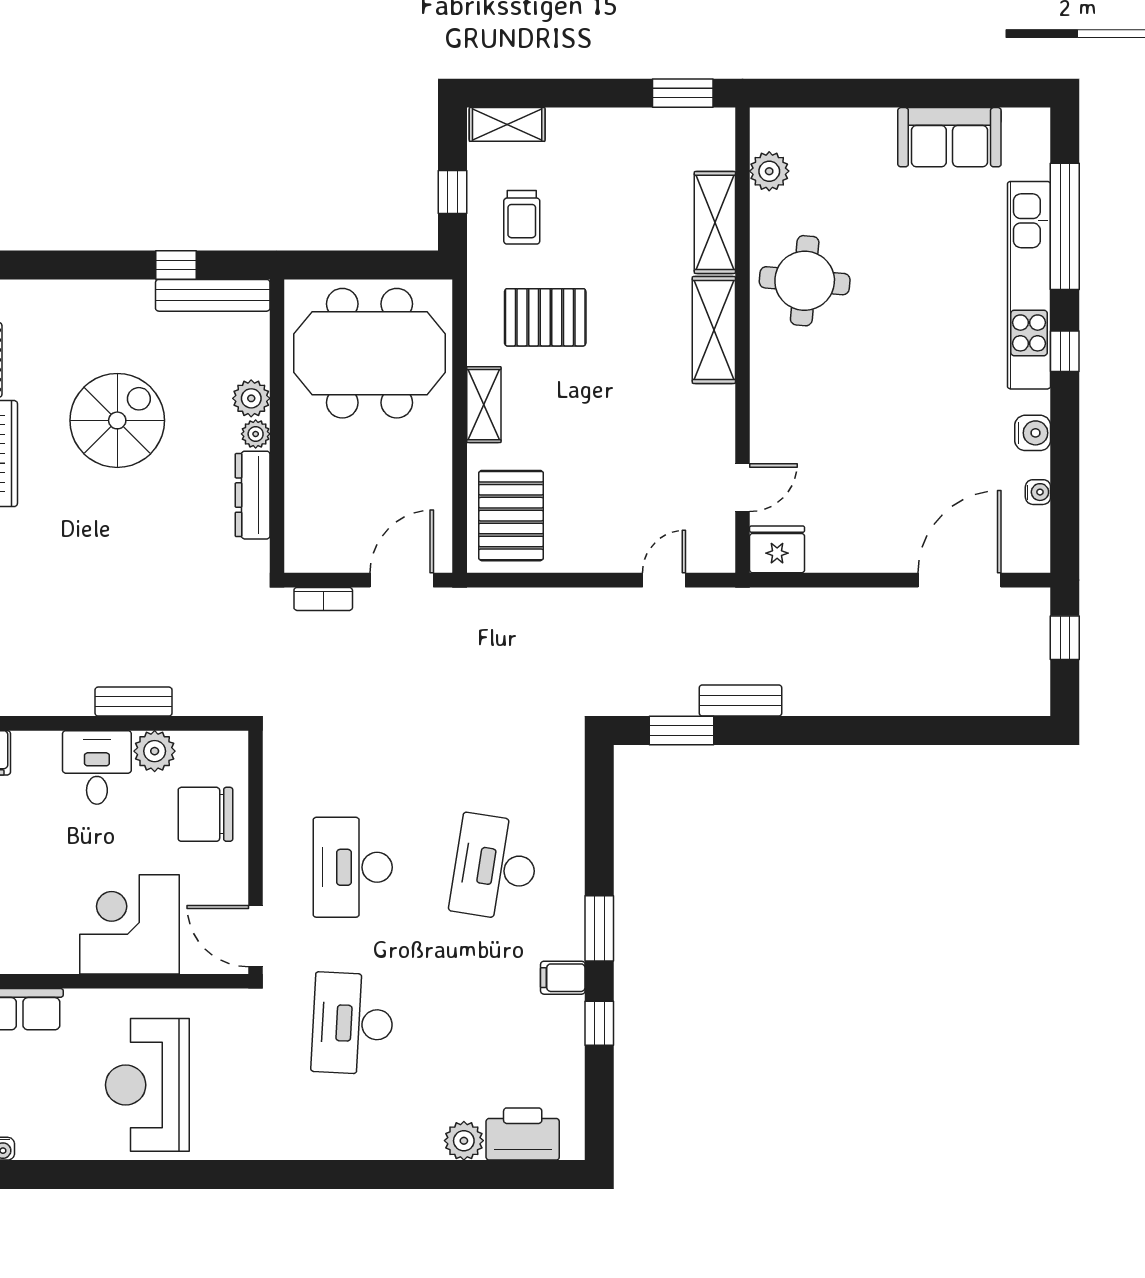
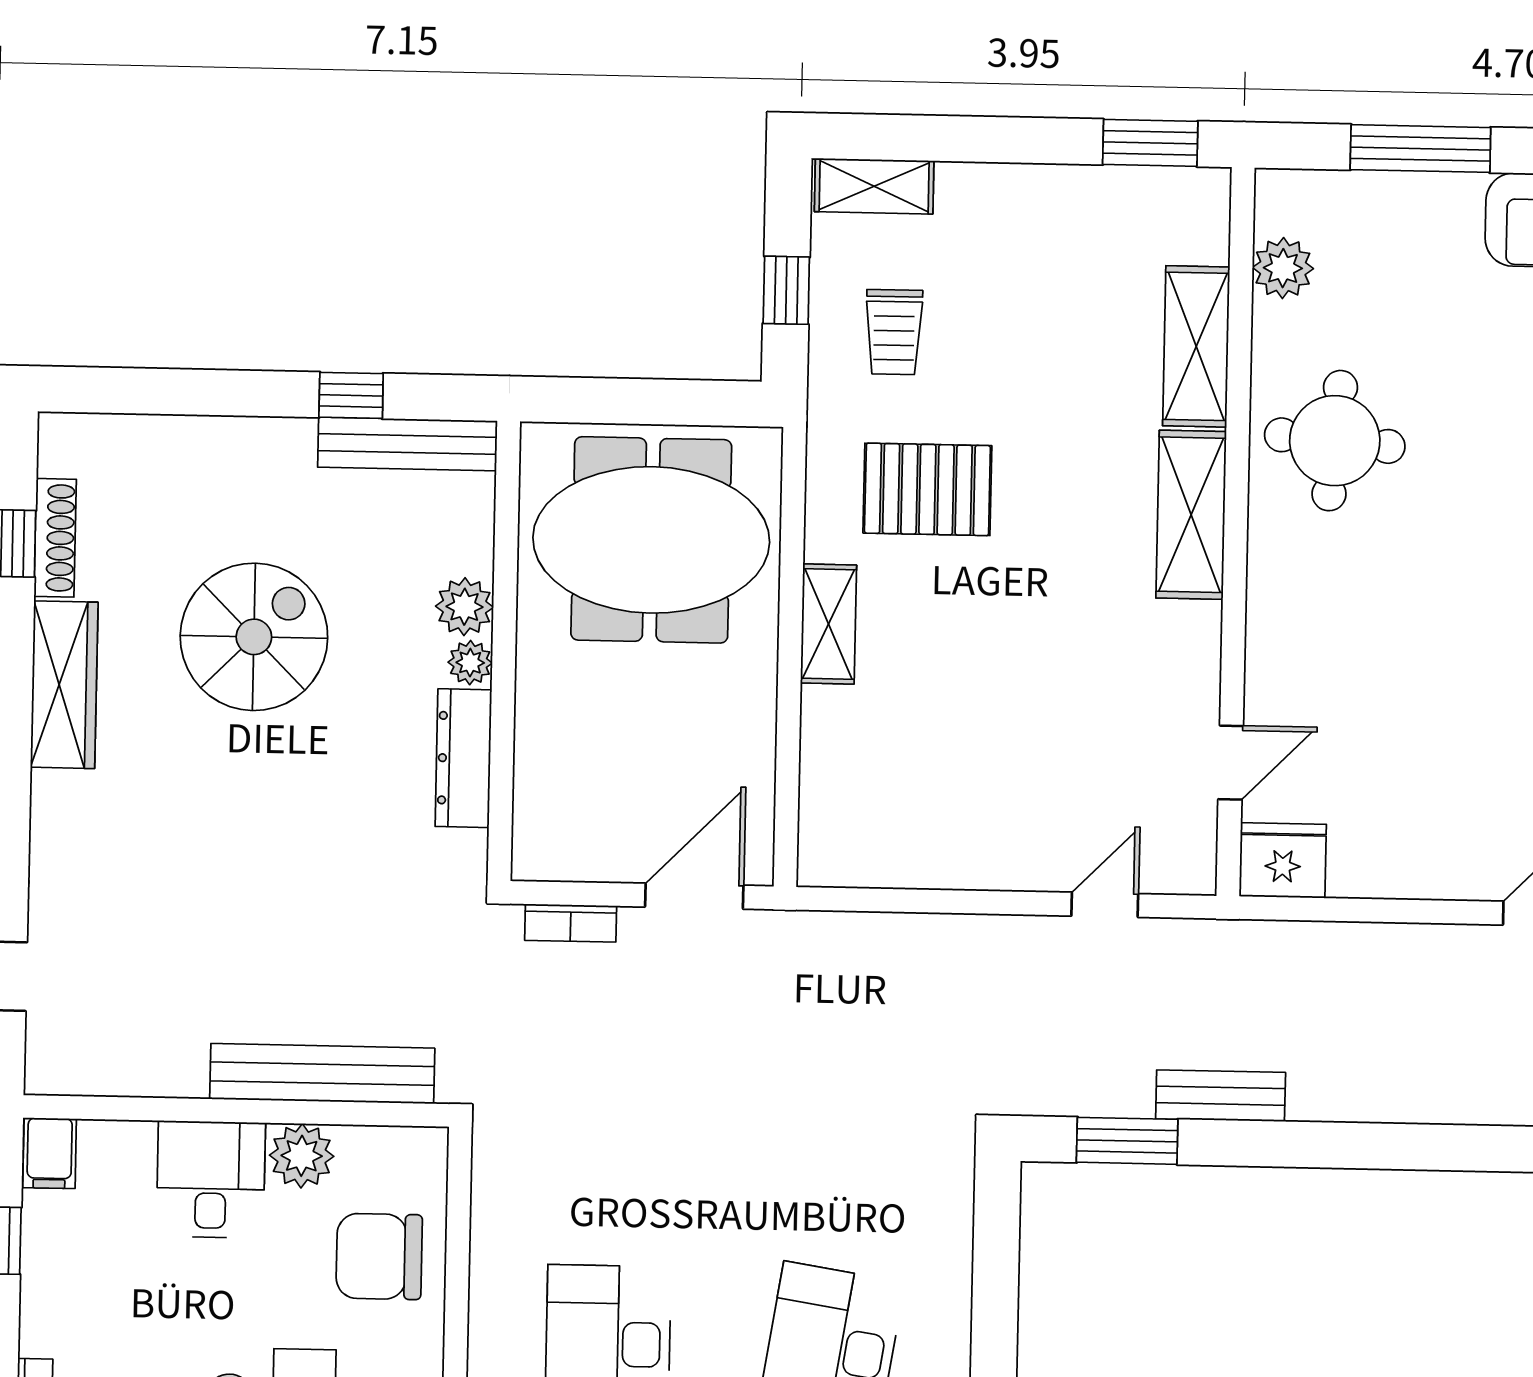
window: (855, 93) -> (1420, 149), added
pallet: (511, 516) -> (867, 799), removed
bench: (134, 702) -> (322, 1074), width x1.86, depth x1.21

